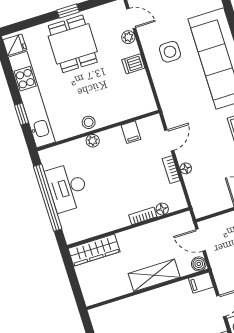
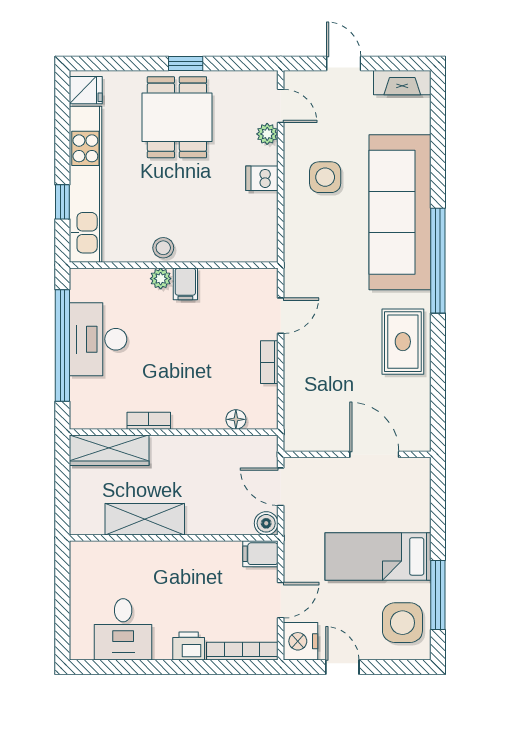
filing cabinet: (131, 132) -> (185, 284), moved
floor lamp: (186, 168) -> (293, 367), removed
bookcase: (143, 216) -> (149, 421), moved
shelving: (154, 275) -> (145, 519), moved

